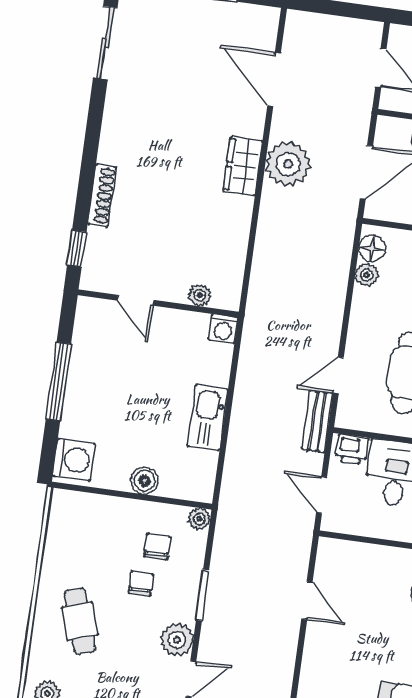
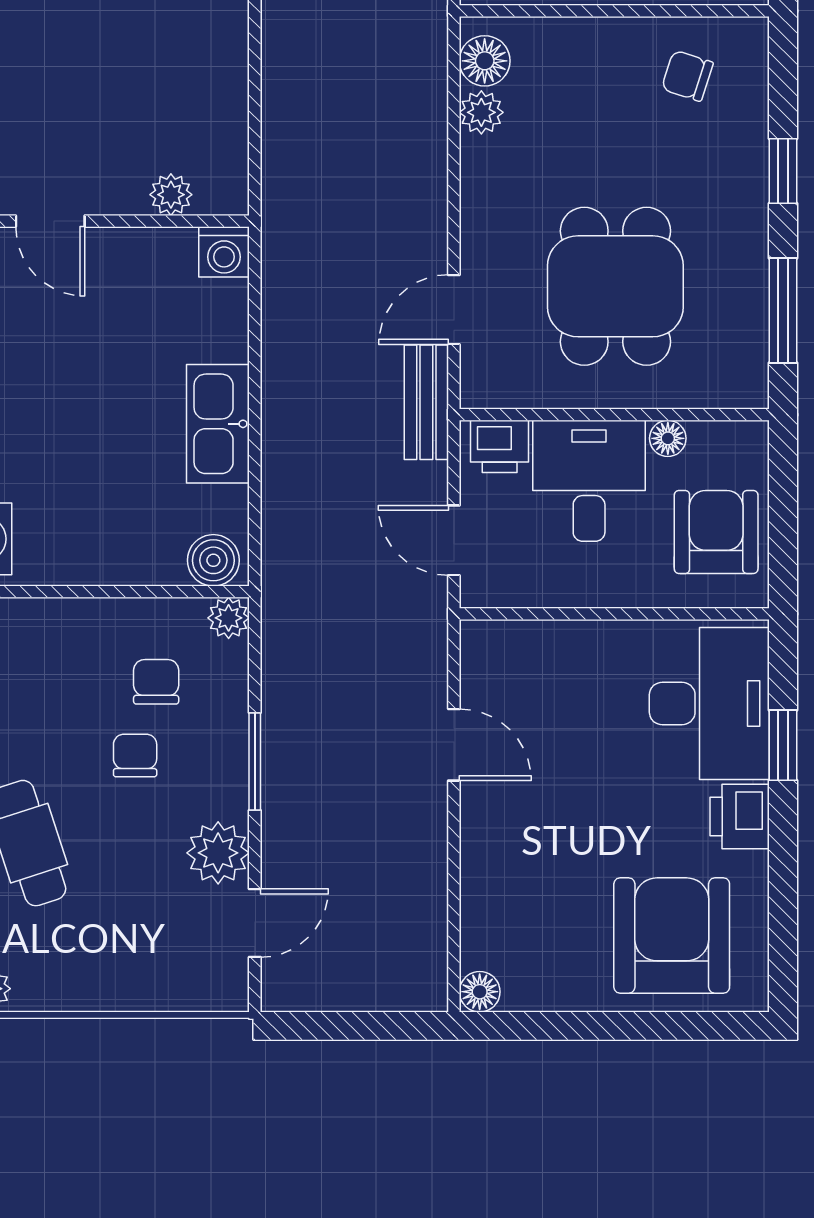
boiler: (144, 481) -> (213, 560), moved

